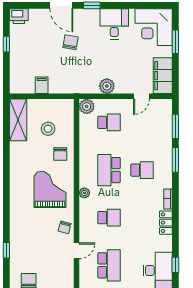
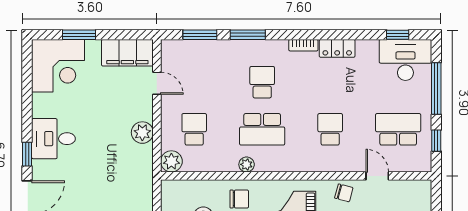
desk: (114, 24) -> (53, 139), moved
chair: (71, 42) -> (80, 184), removed
plant: (84, 193) -> (247, 164), moved

